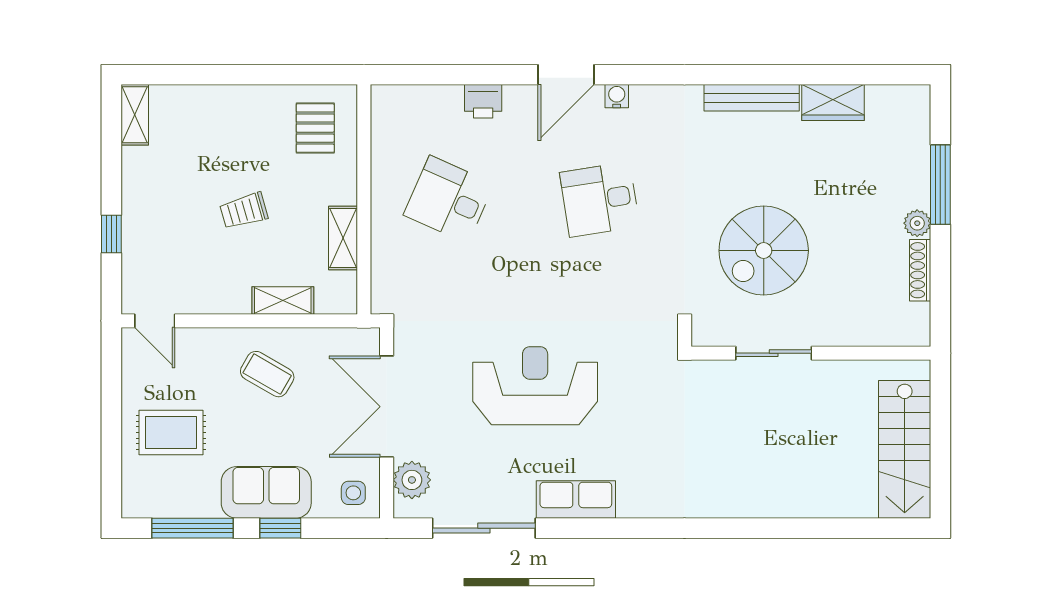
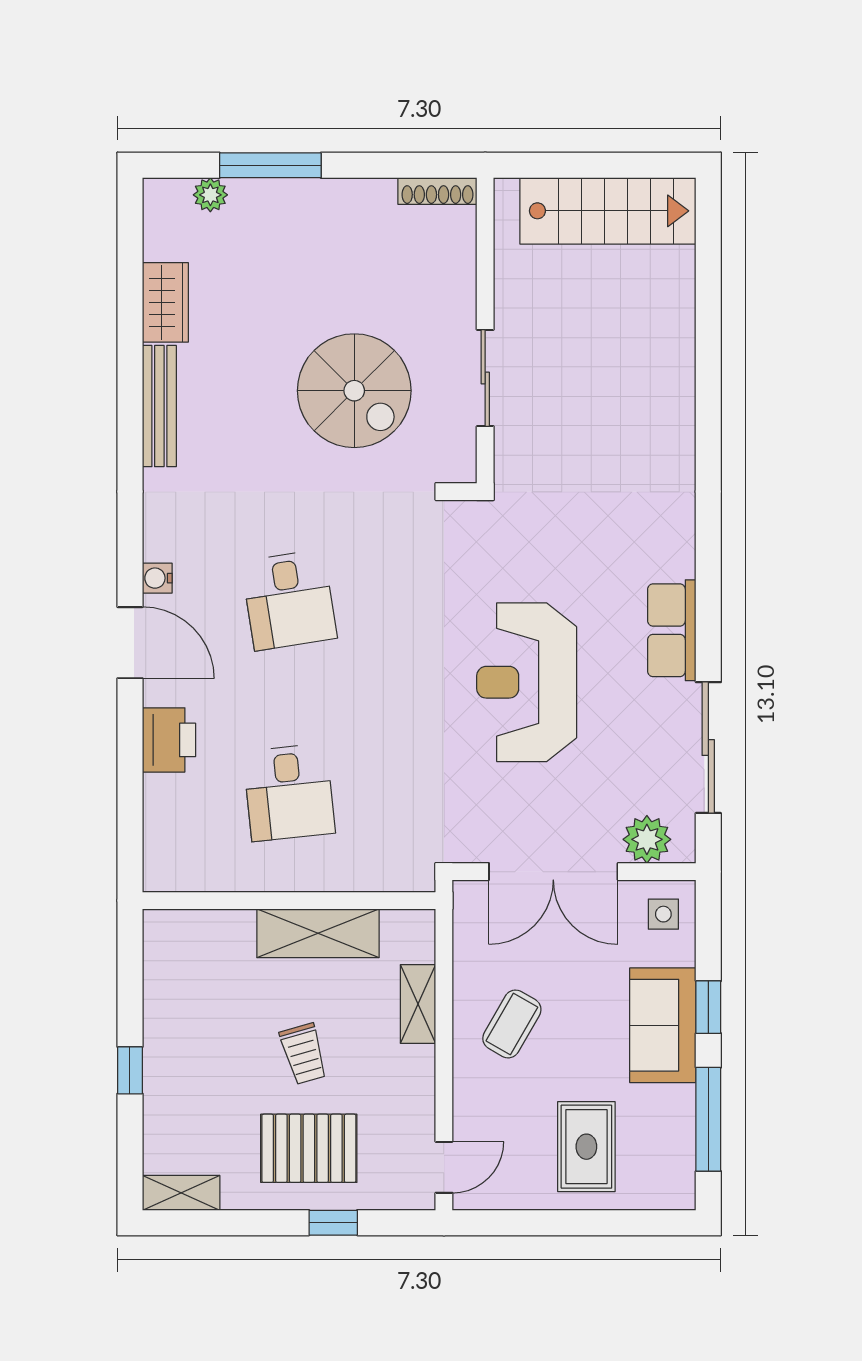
window: (231, 75) -> (130, 1070), added
printer: (483, 101) -> (169, 740), width x1.36, depth x1.24
pallet: (315, 128) -> (309, 1148), moved, width x1.50, depth x1.42
desk: (449, 199) -> (289, 792), turned -30
plant: (917, 223) -> (210, 195), moved
shelving: (343, 238) -> (318, 933), width x1.50, depth x1.33
shoe rack: (920, 270) -> (437, 191), moved

